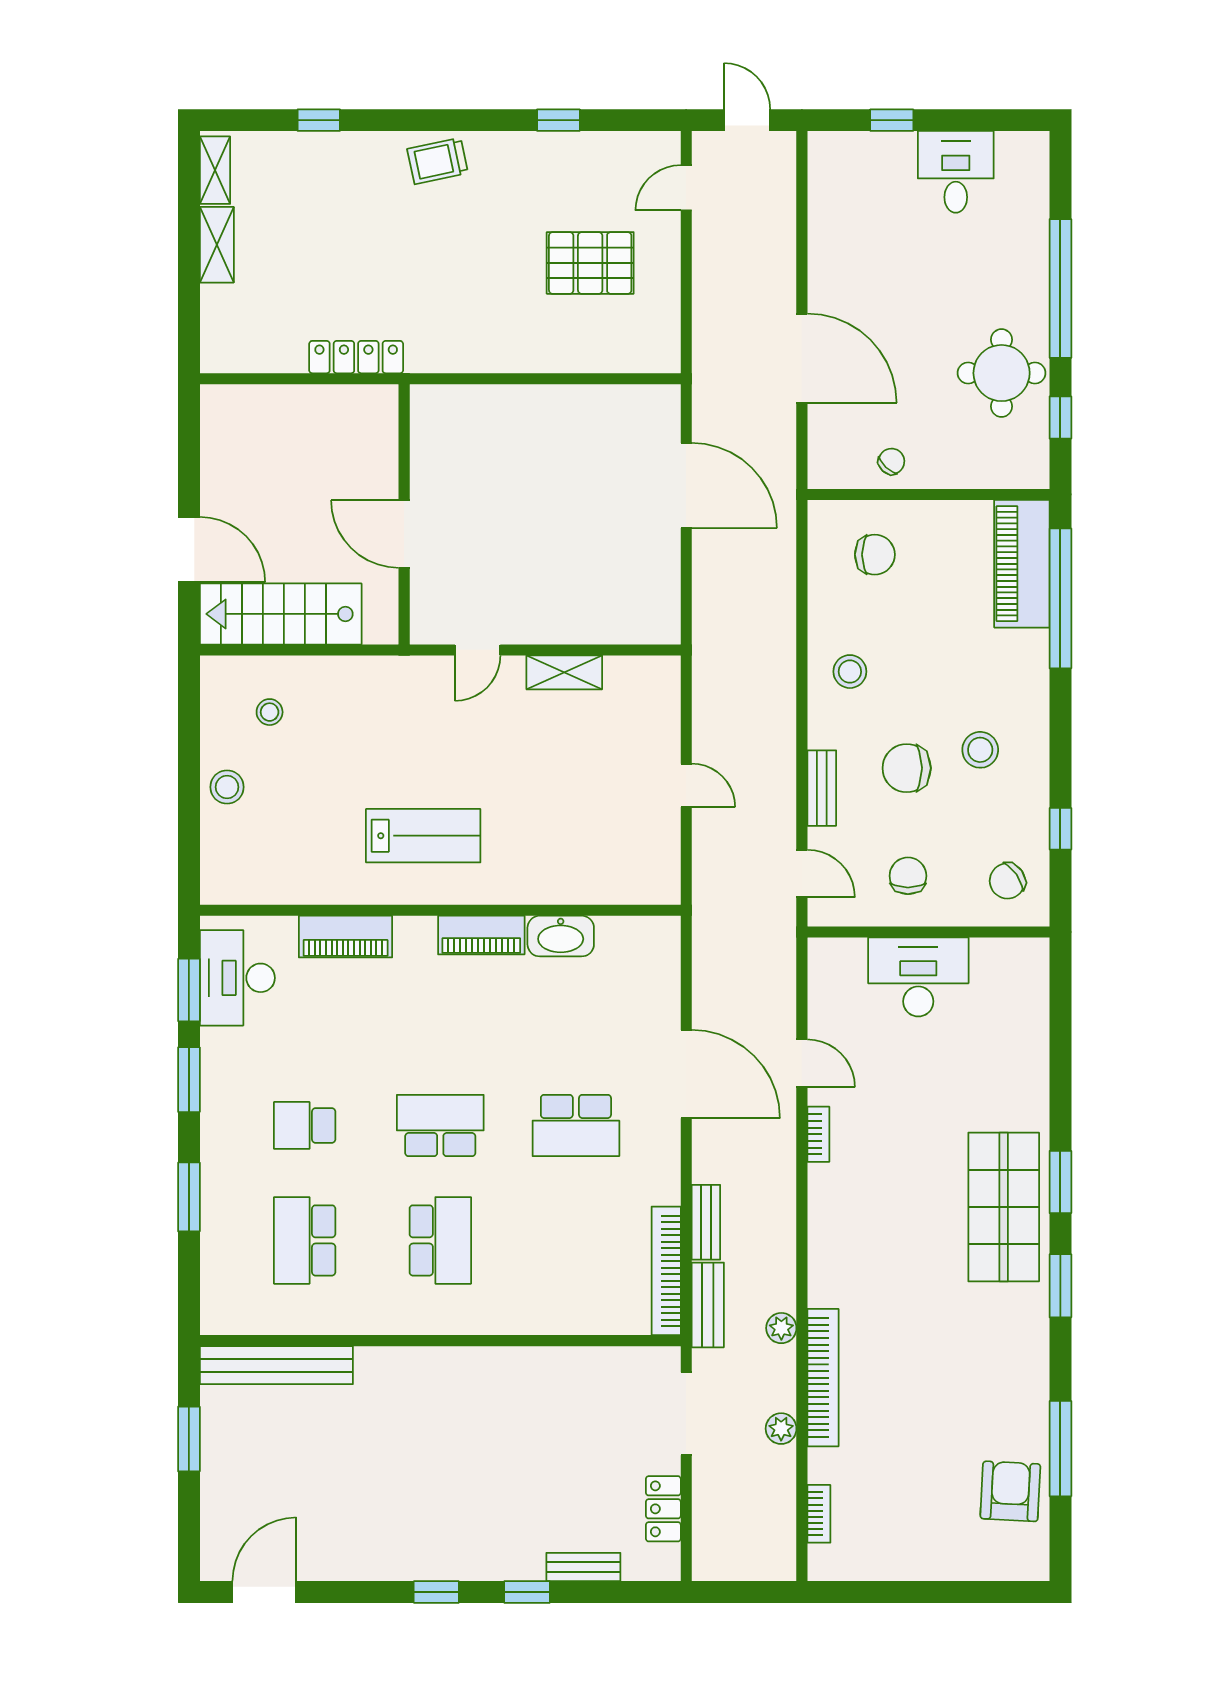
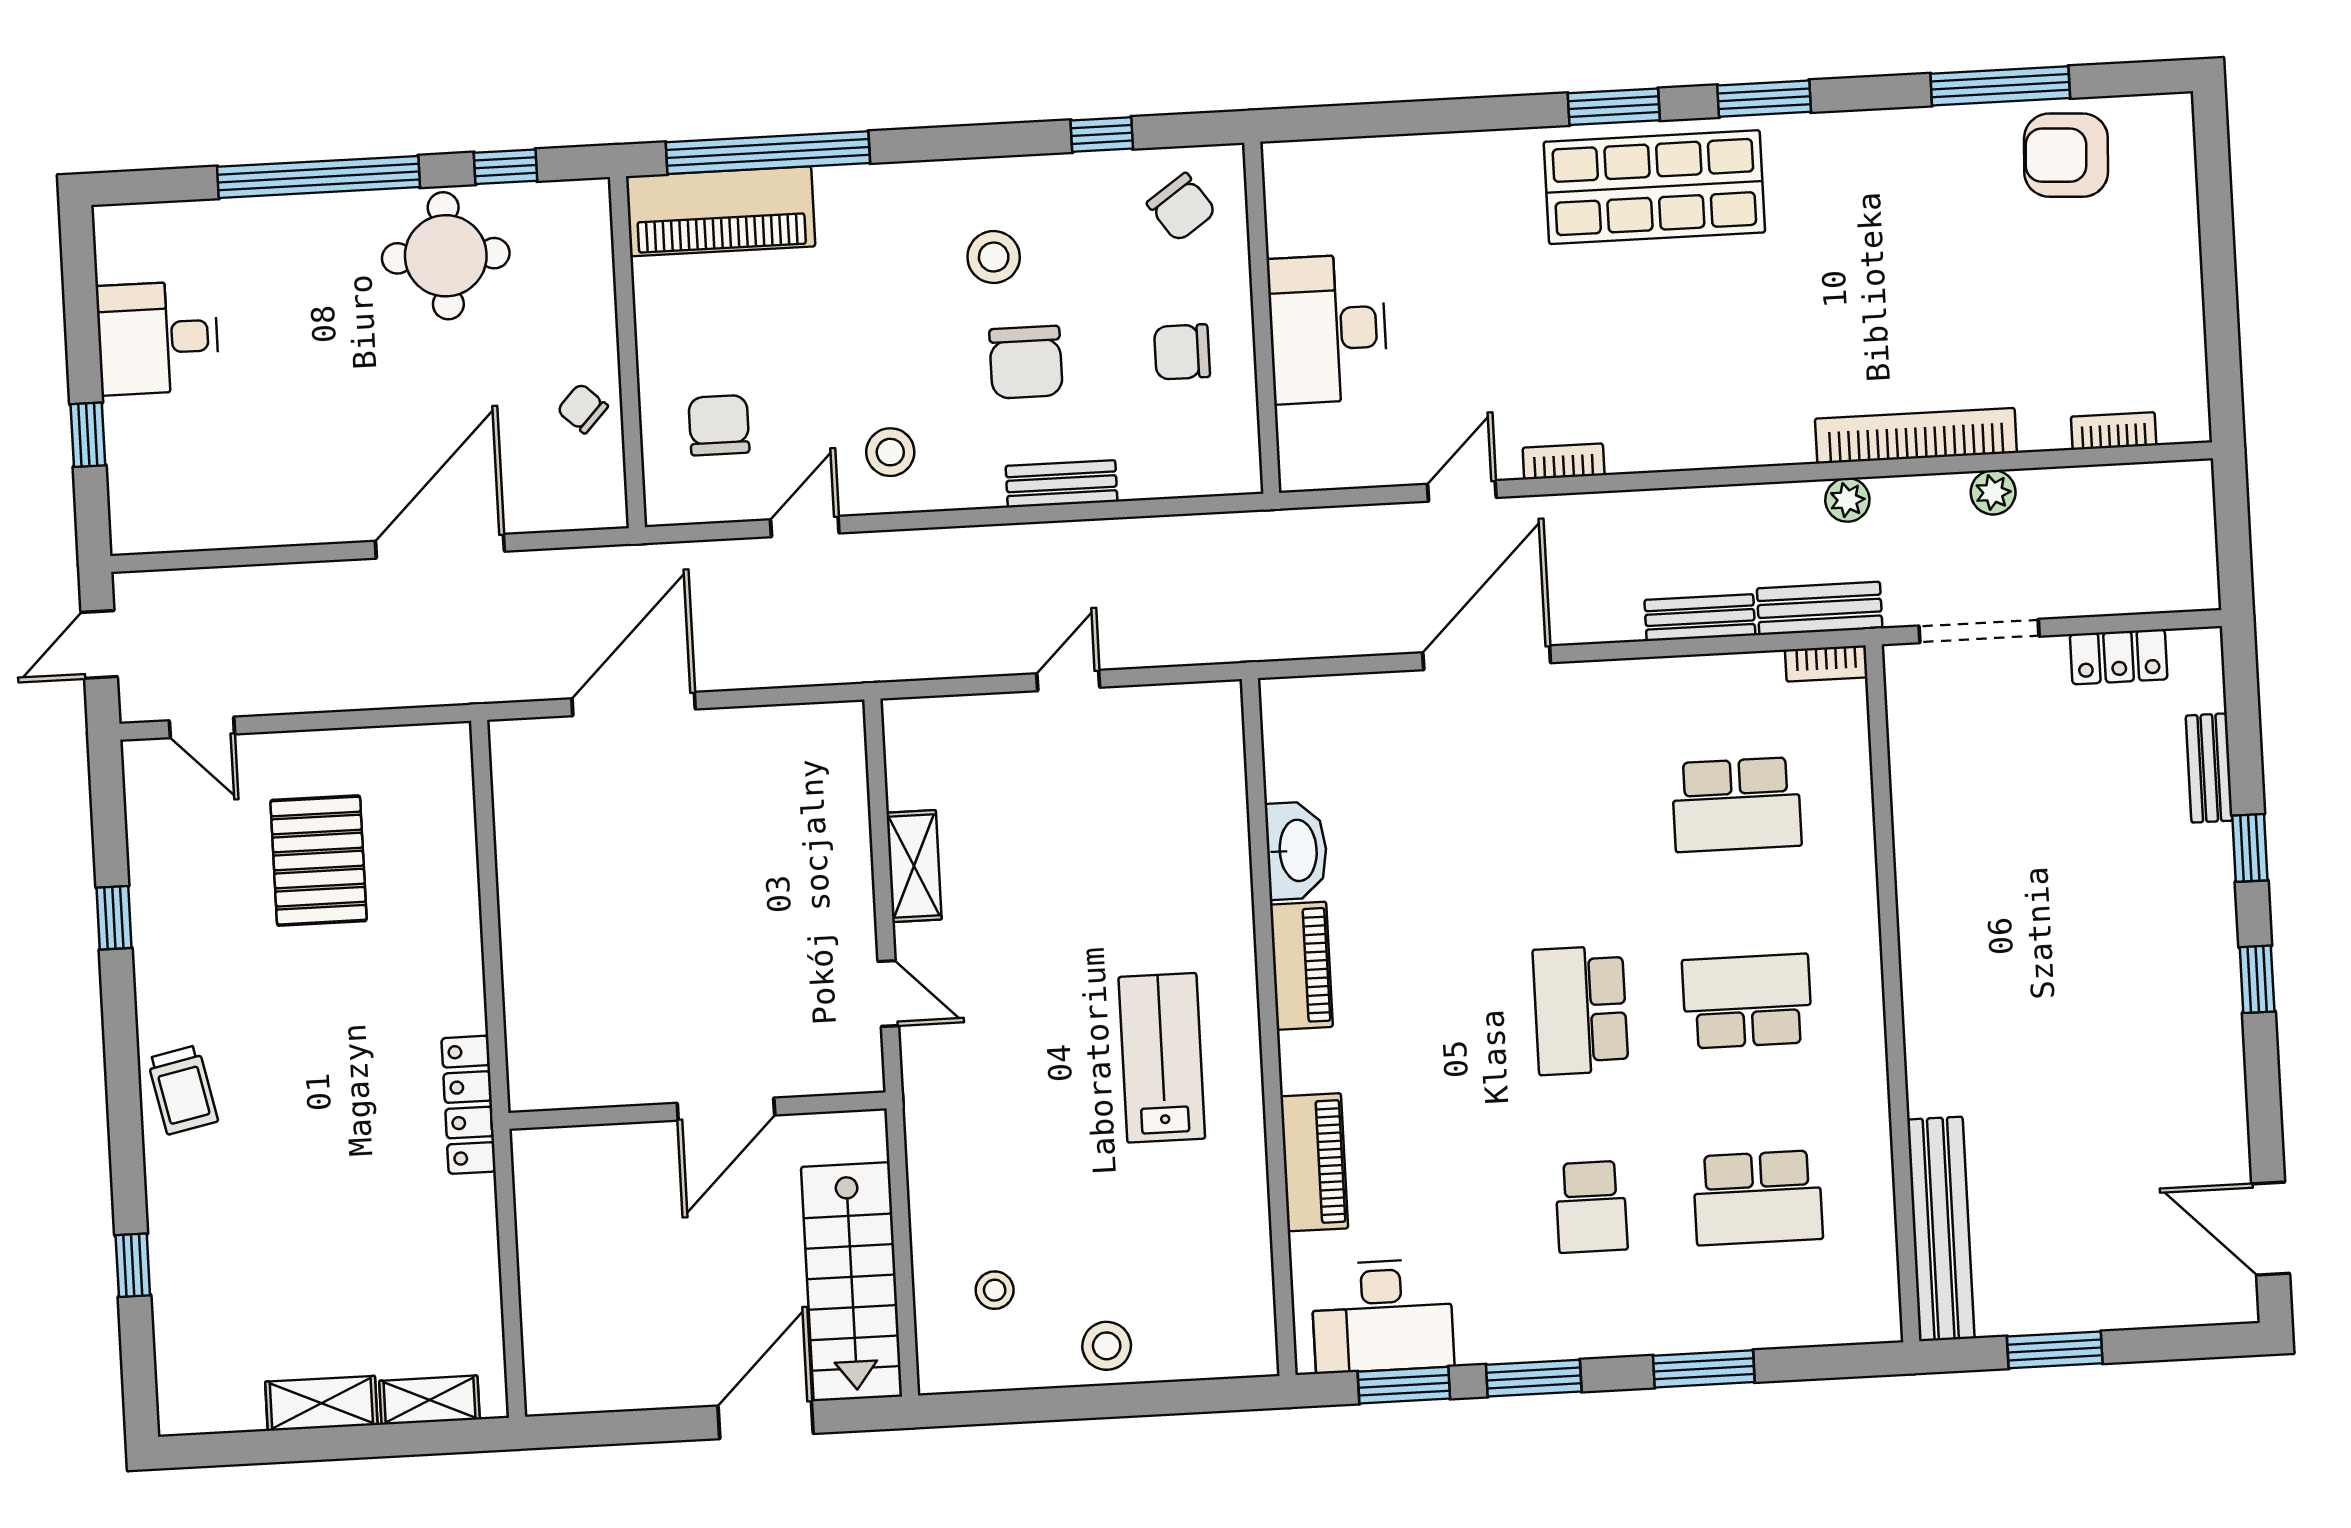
shelving: (215, 170) -> (429, 1400), moved
locker: (356, 357) -> (469, 1105), moved
door: (802, 874) -> (805, 526), moved
school desk: (576, 1125) -> (1736, 805), moved, turned 90
bookcase: (666, 1271) -> (1826, 663), width x0.43, depth x0.76

